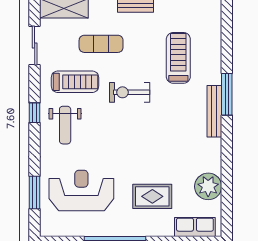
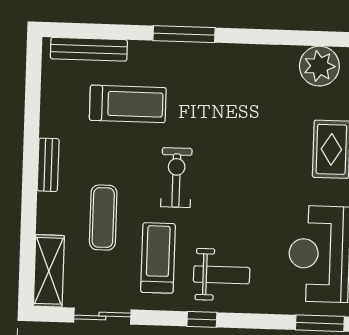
treadmill: (178, 58) -> (128, 104), turned 180
exercise bike: (130, 92) -> (176, 178), turned 180
bench: (214, 111) -> (89, 49), moved

